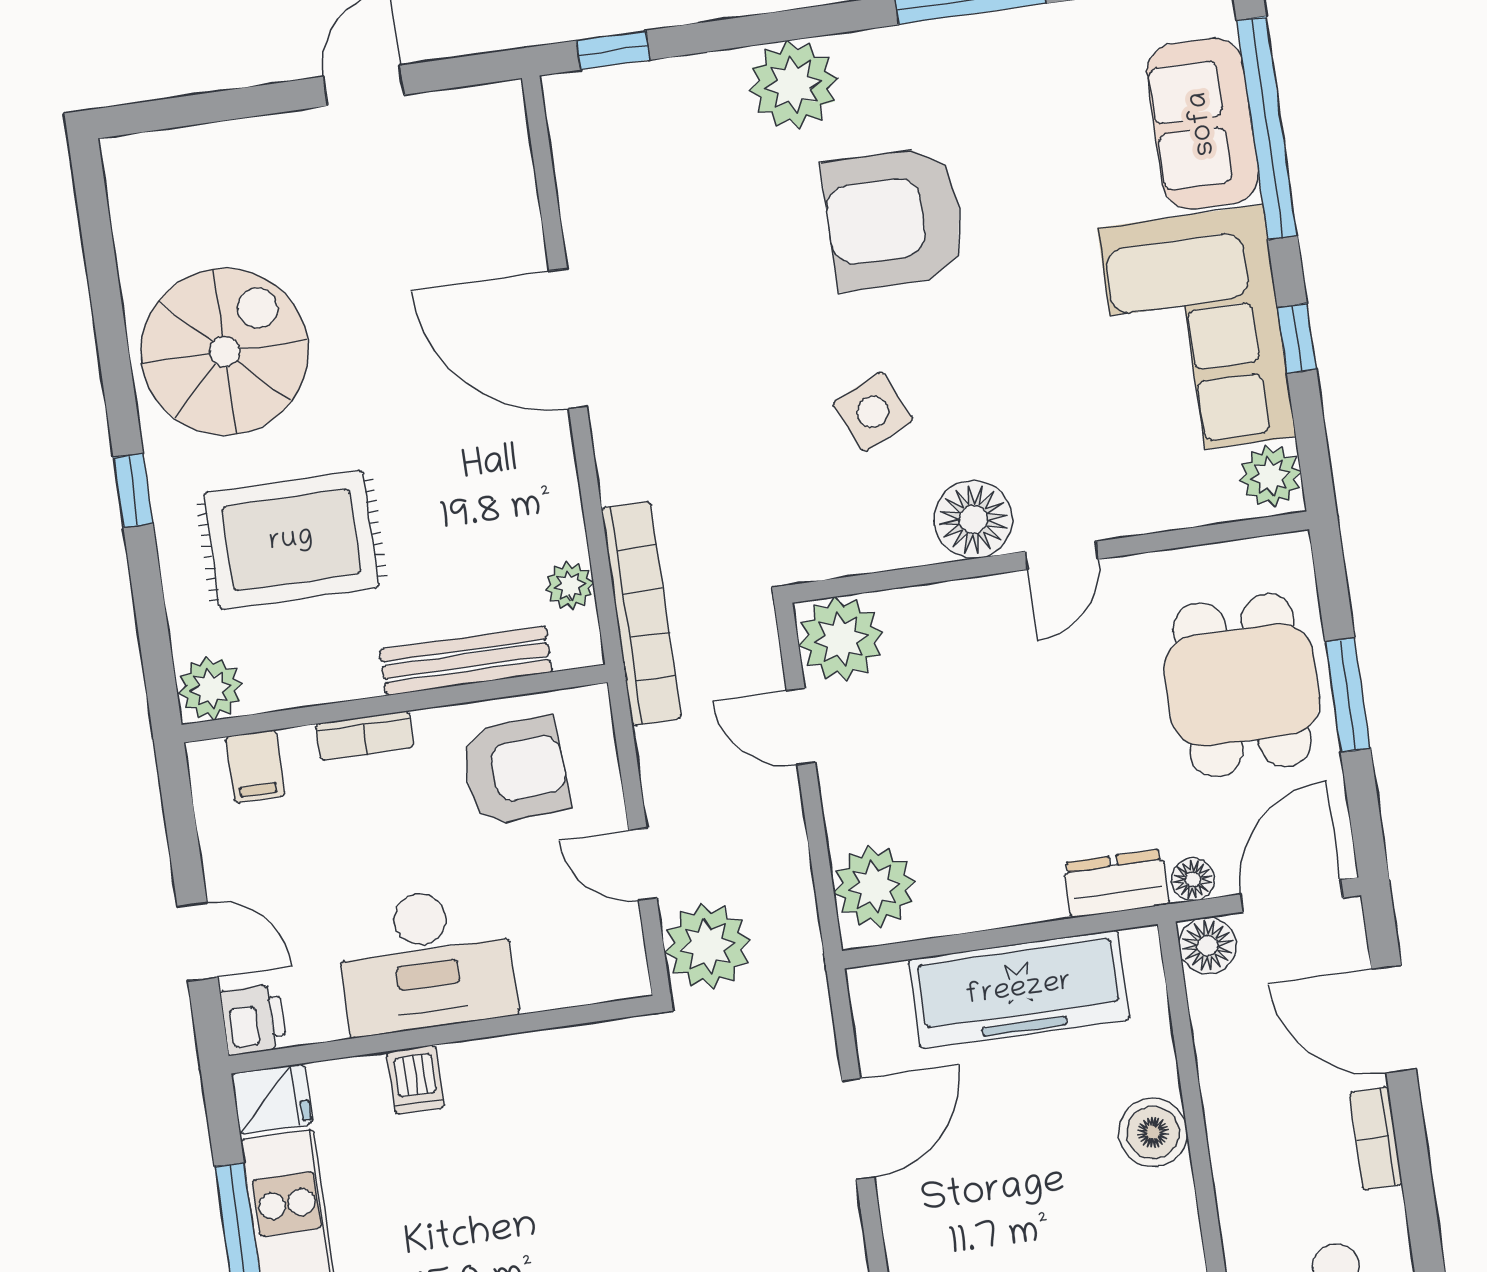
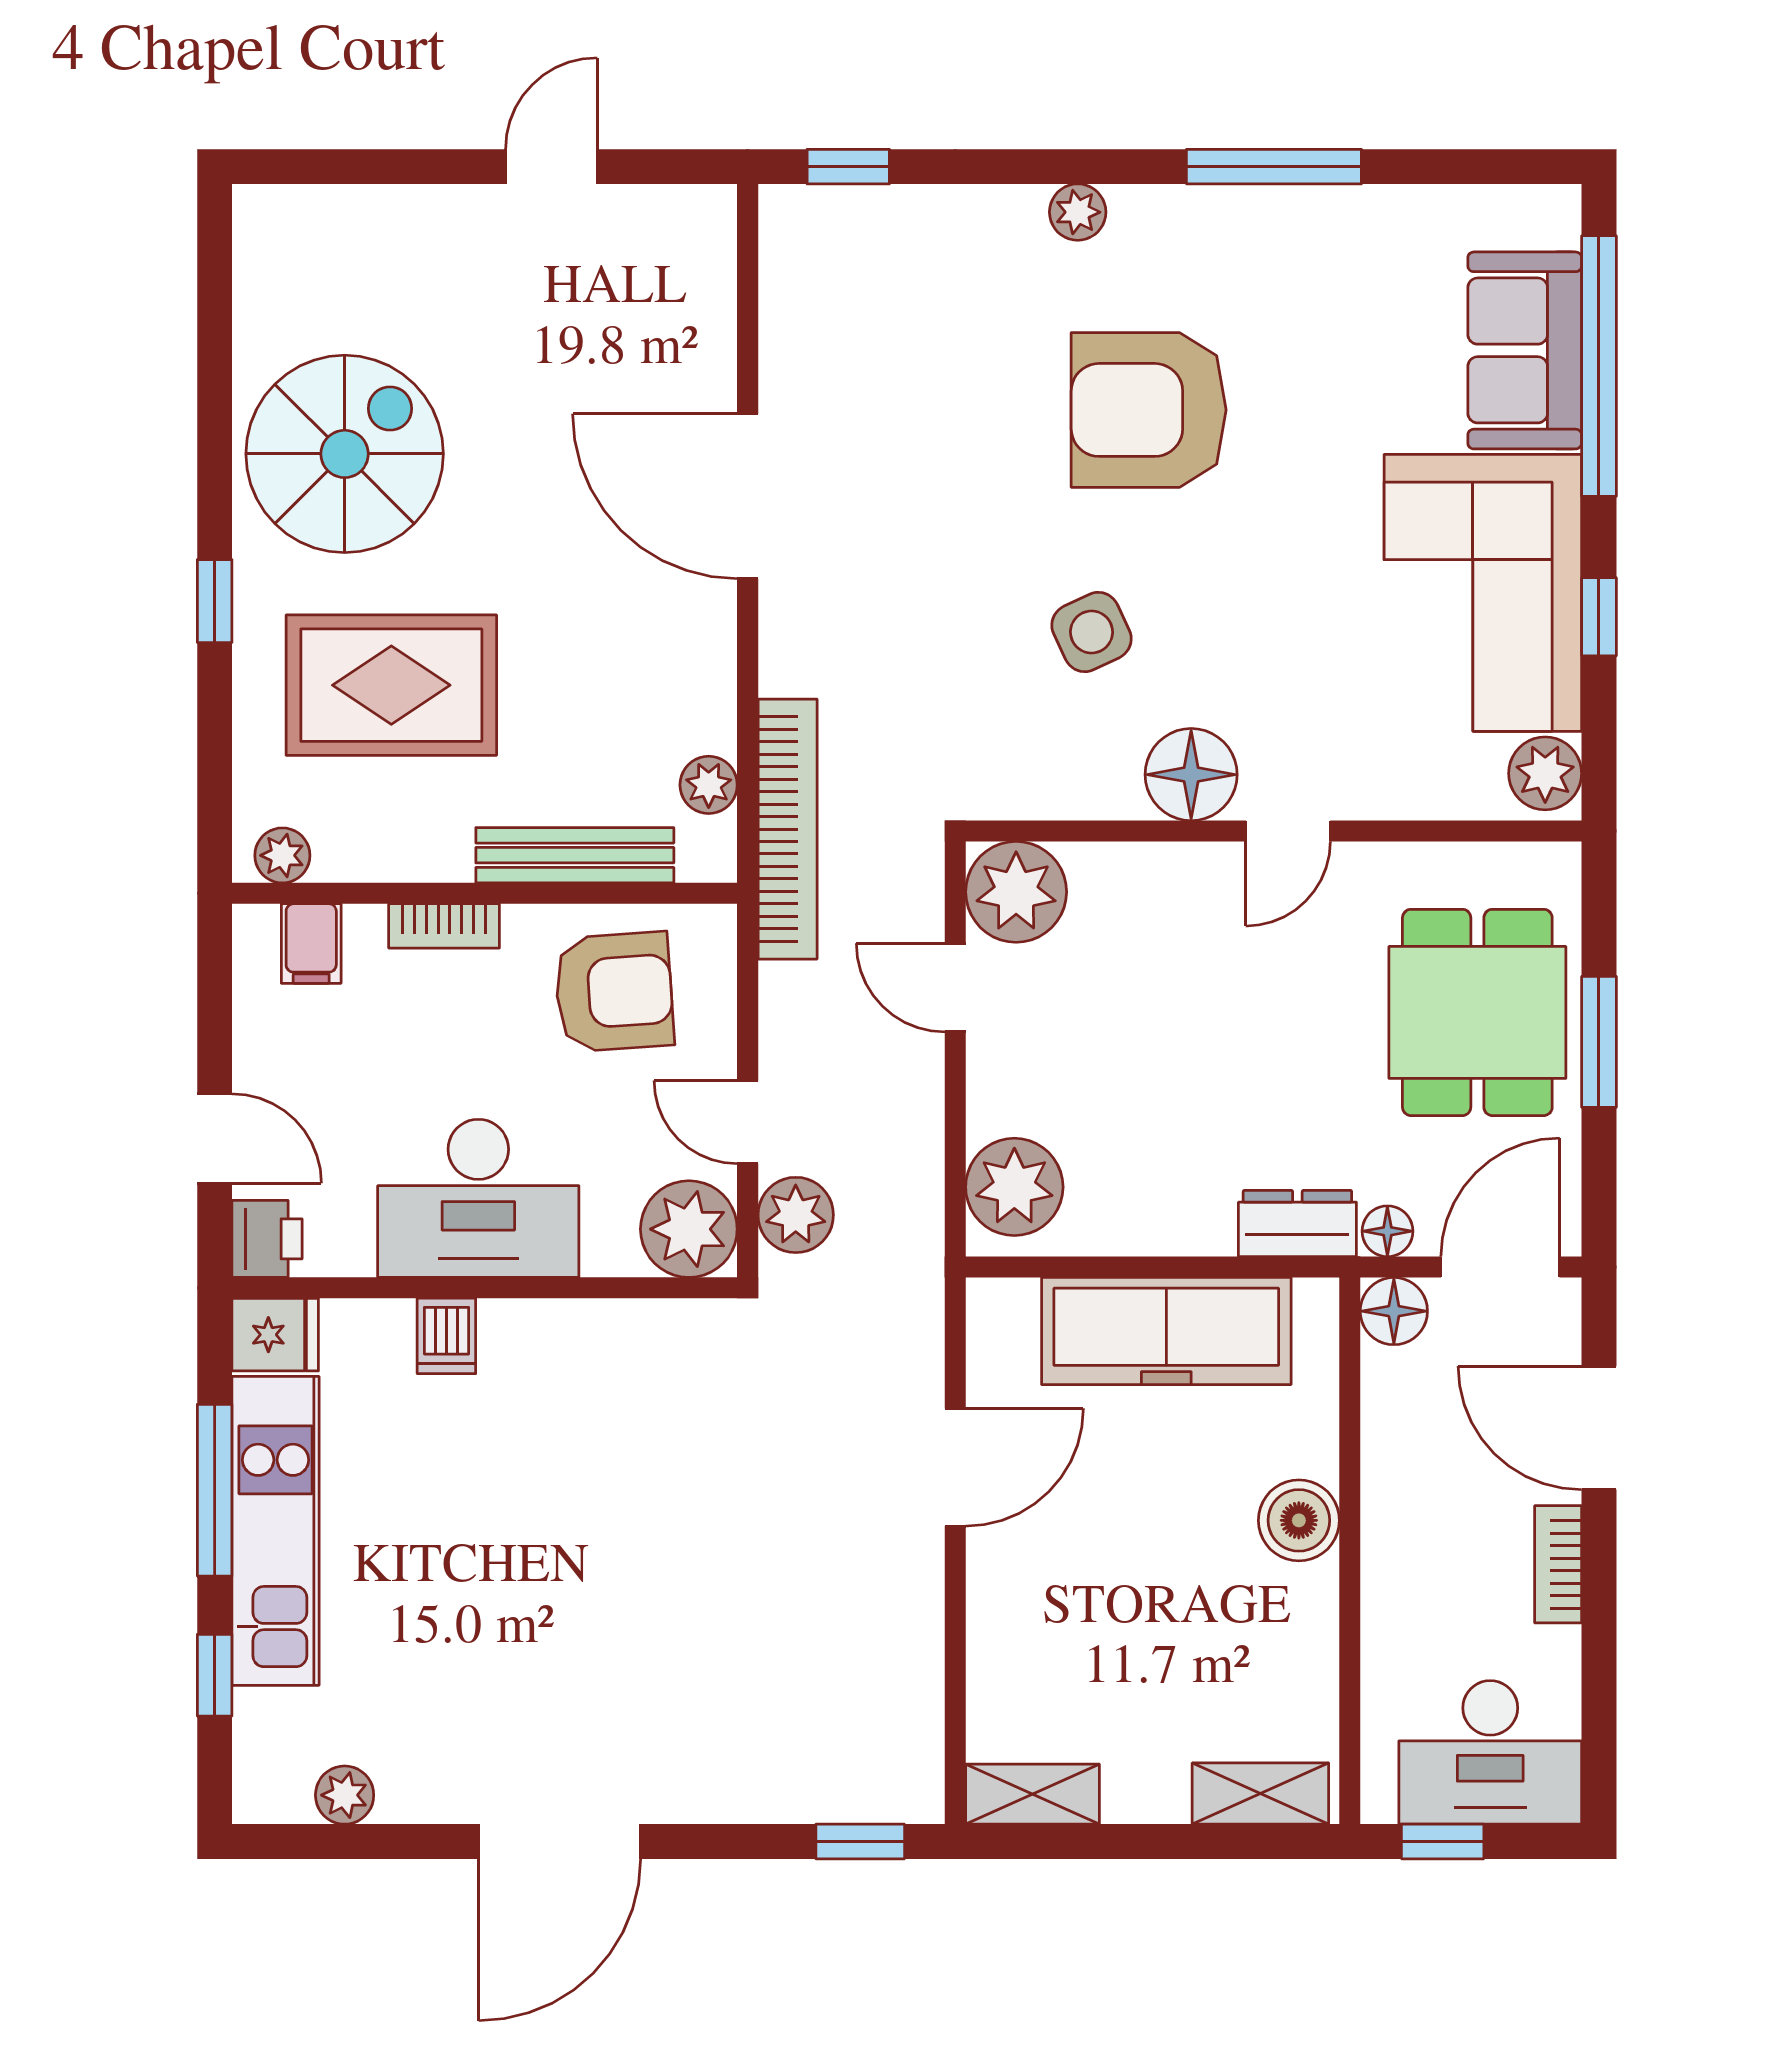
plant: (793, 85) -> (1078, 212), width x0.53, depth x0.53
plant: (210, 688) -> (282, 855), width x0.73, depth x0.73
plant: (707, 946) -> (796, 1215), width x0.73, depth x0.73
plant: (606, 961) -> (689, 1229), added

